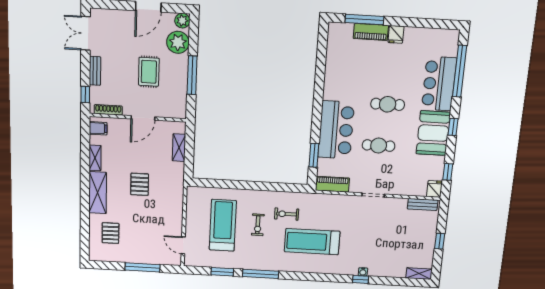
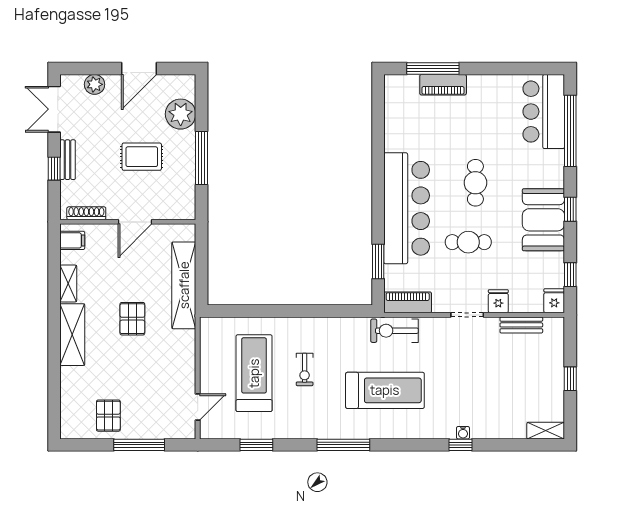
plant: (182, 21) -> (95, 84), moved
fridge: (396, 34) -> (498, 301), moved, turned 180
rug: (149, 72) -> (142, 157), turned 90
bar counter: (439, 84) -> (544, 112), moved
window: (85, 94) -> (54, 169), moved
cafe table: (388, 104) -> (475, 183), turned 90
bar counter: (336, 130) -> (407, 208), width x1.36
shelving: (179, 148) -> (184, 285), width x2.20, depth x1.33
bench: (423, 205) -> (521, 325), moved
exercise bike: (287, 214) -> (395, 331), moved, width x1.38, depth x1.39
pallet: (110, 233) -> (108, 416), moved
treadmill: (312, 242) -> (385, 390), turned 180
door: (183, 245) -> (198, 407), swing flipped
window: (261, 274) -> (343, 445), moved

